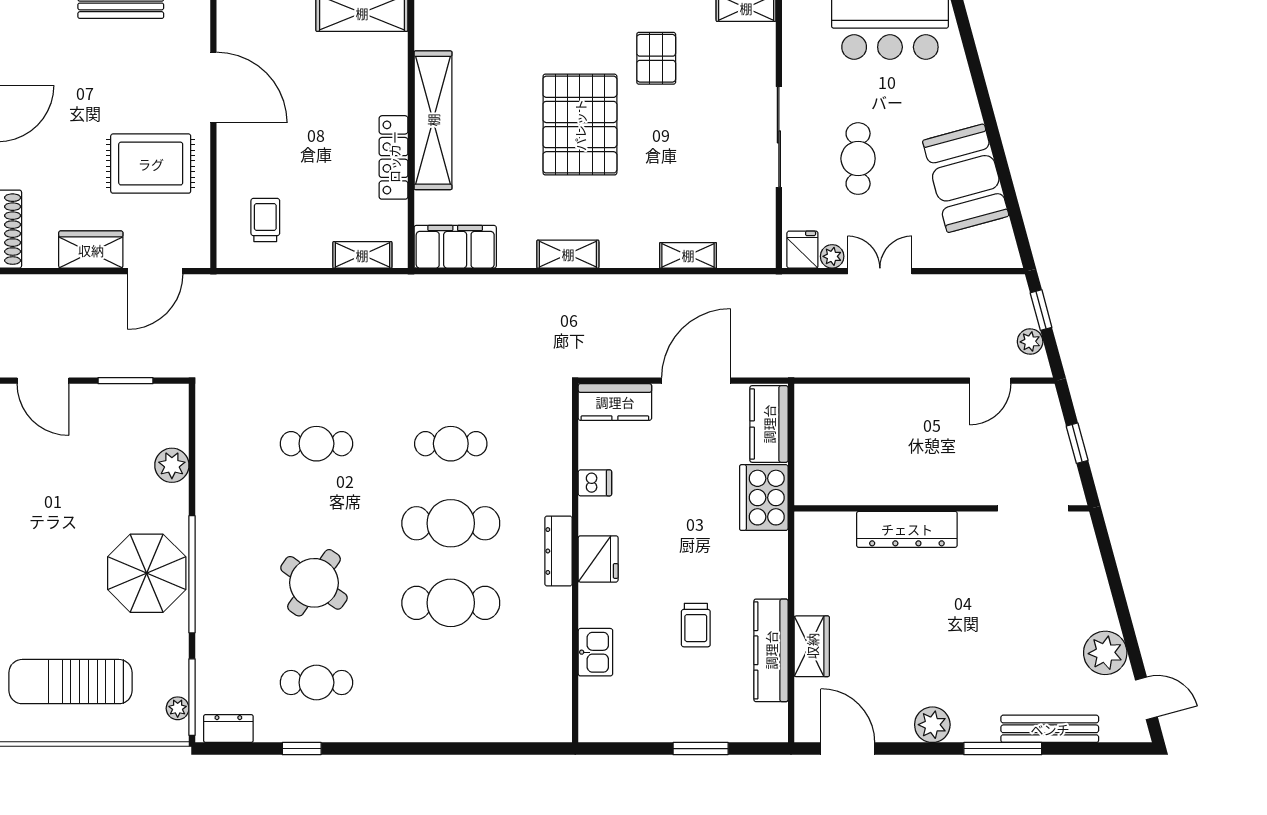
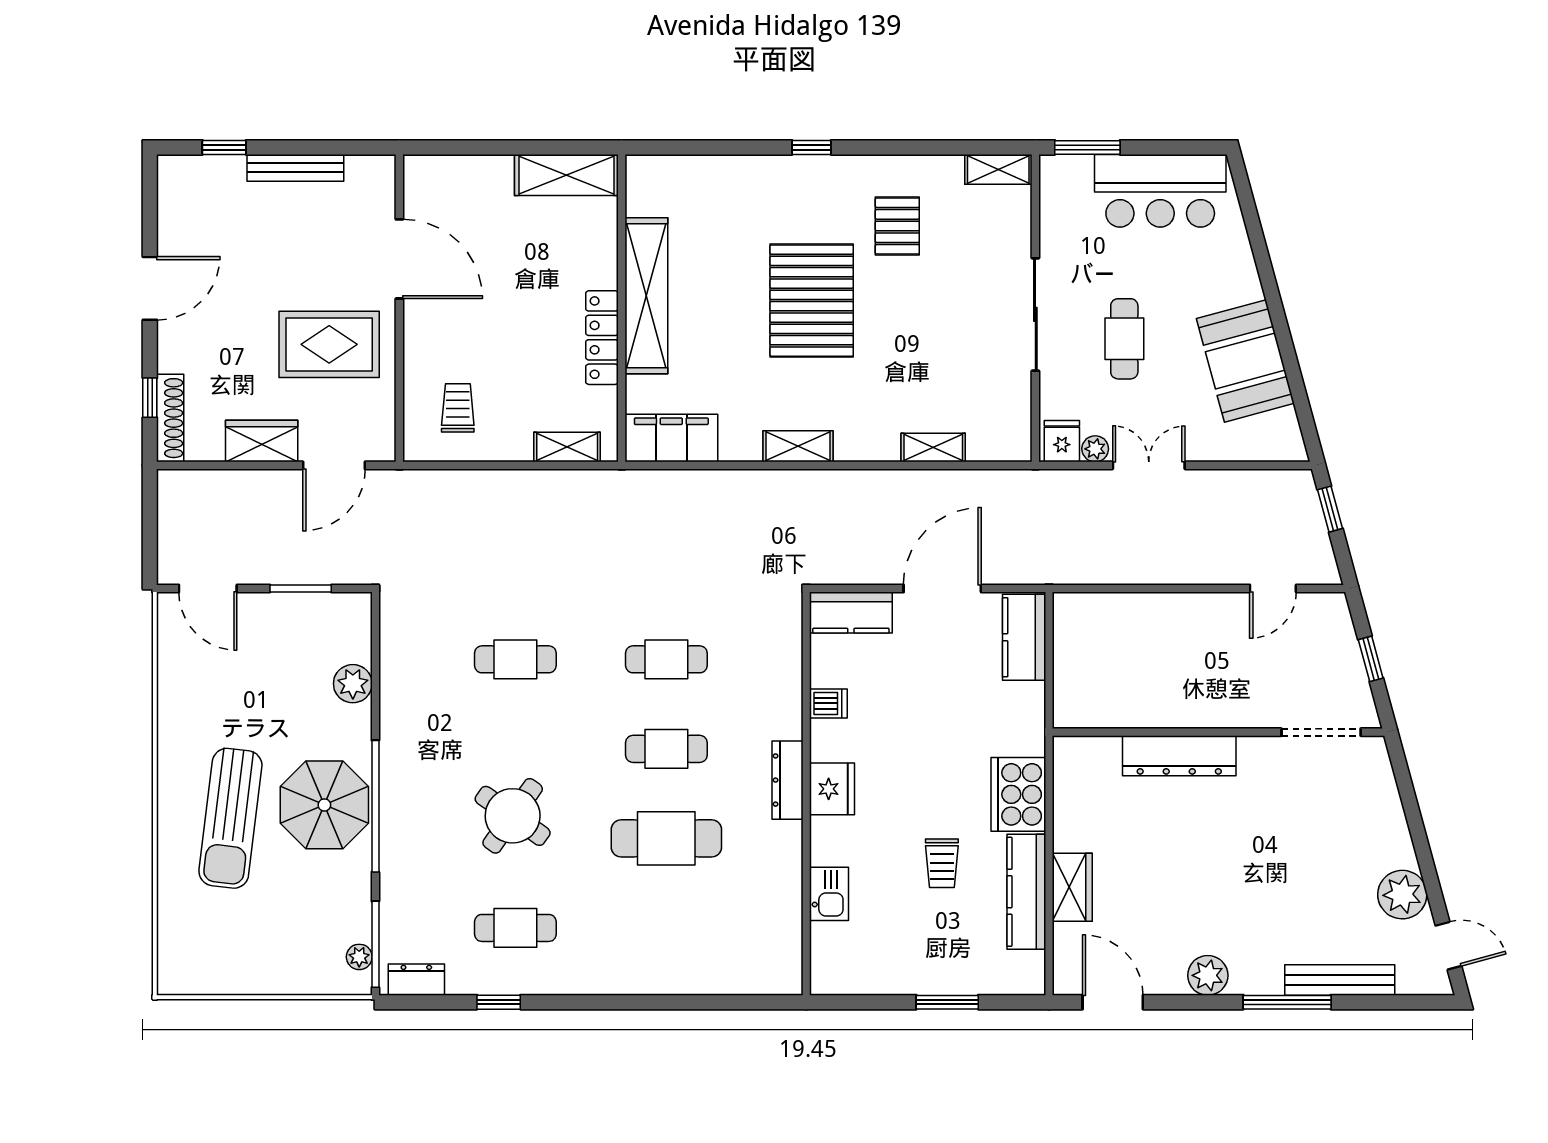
plant: (1030, 342) -> (1318, 545), removed
cooker: (764, 498) -> (1018, 794), moved
cafe table: (451, 523) -> (666, 749), width x0.73, depth x0.74
sun lounger: (71, 682) -> (230, 818), moved, turned -83

